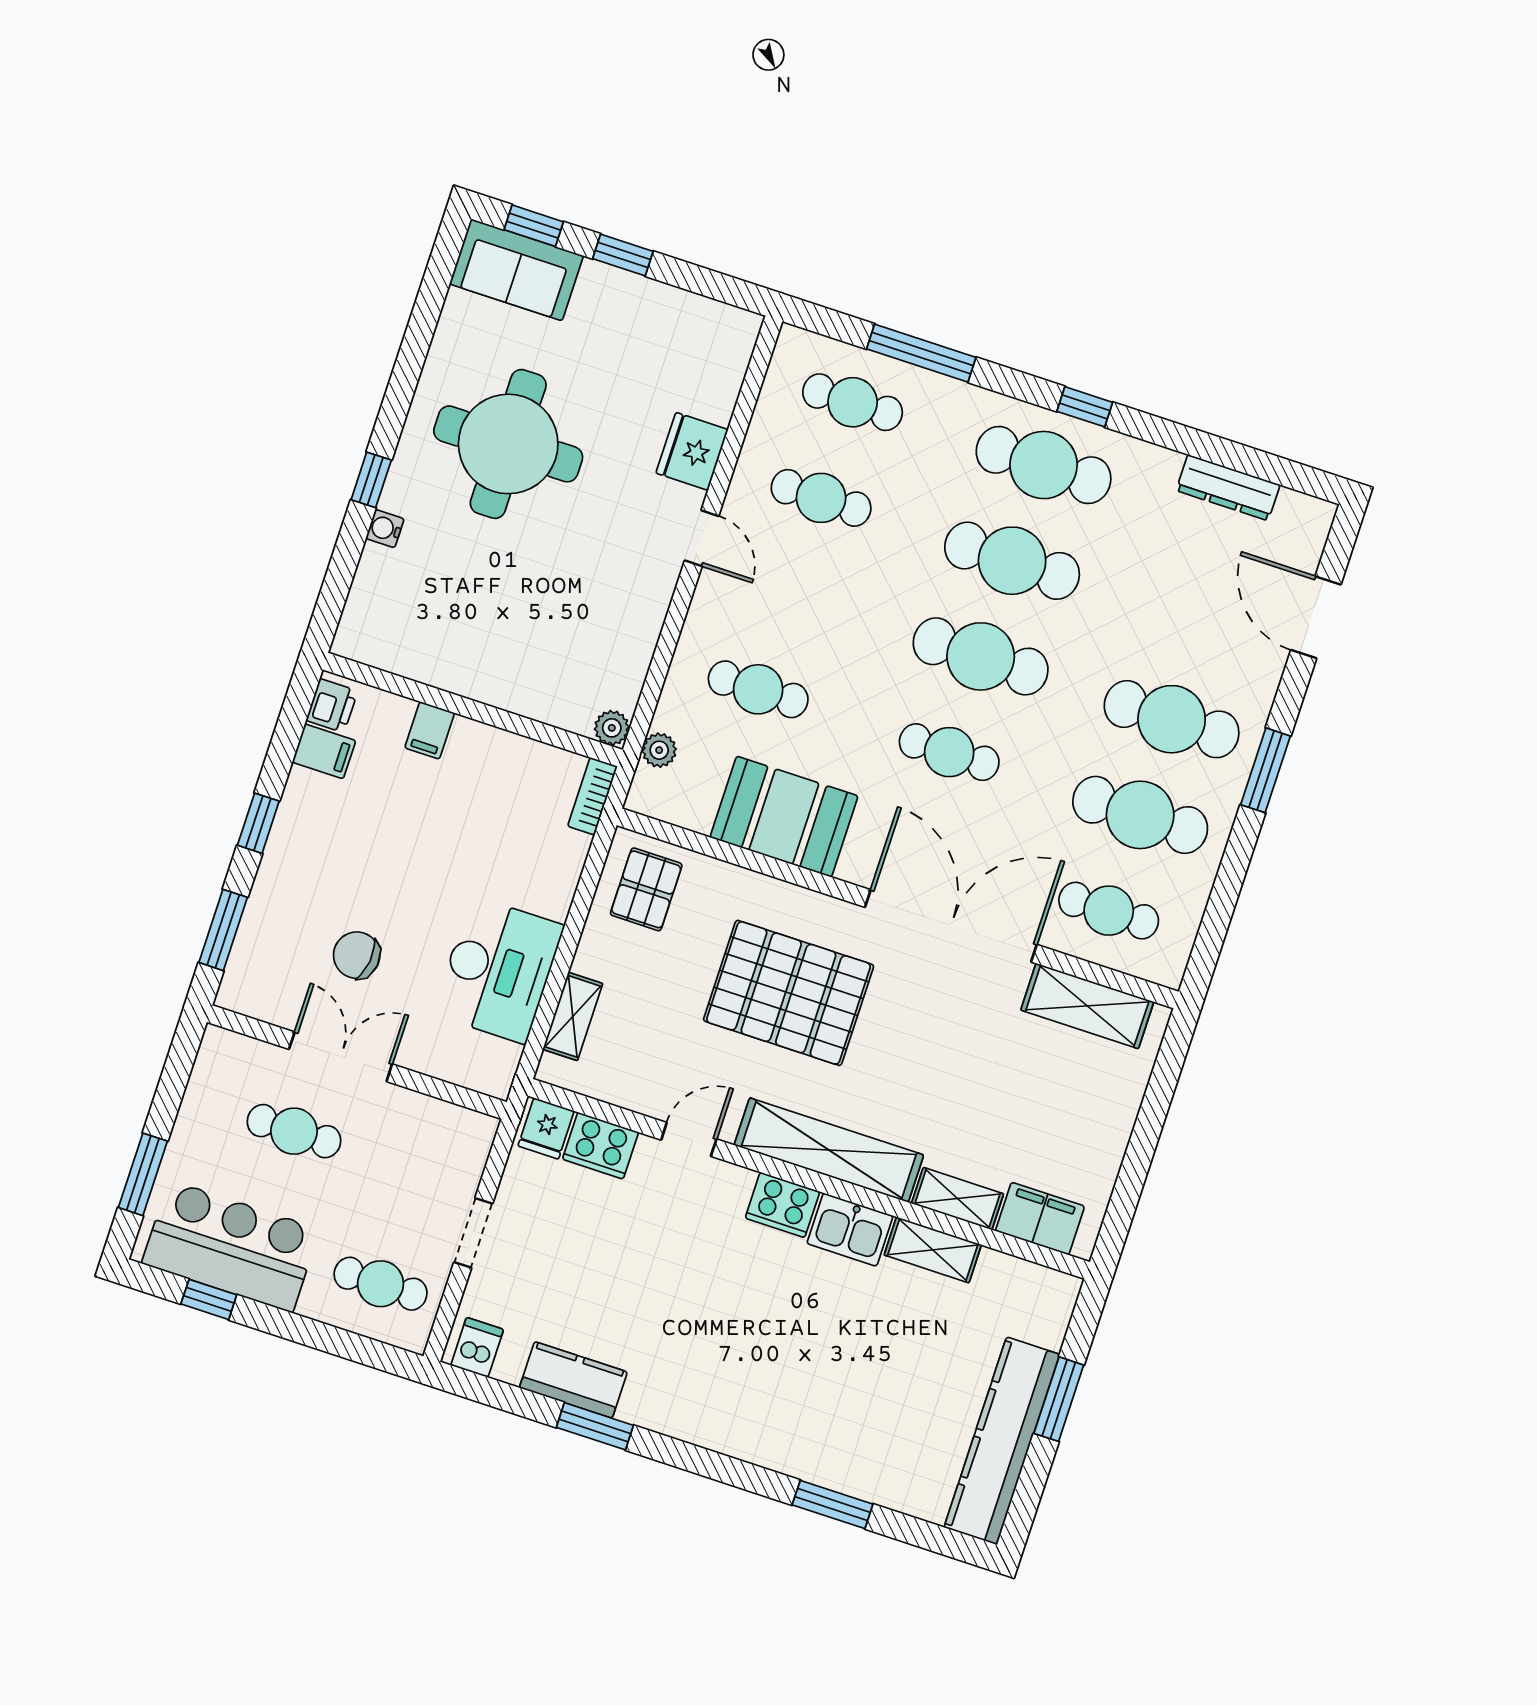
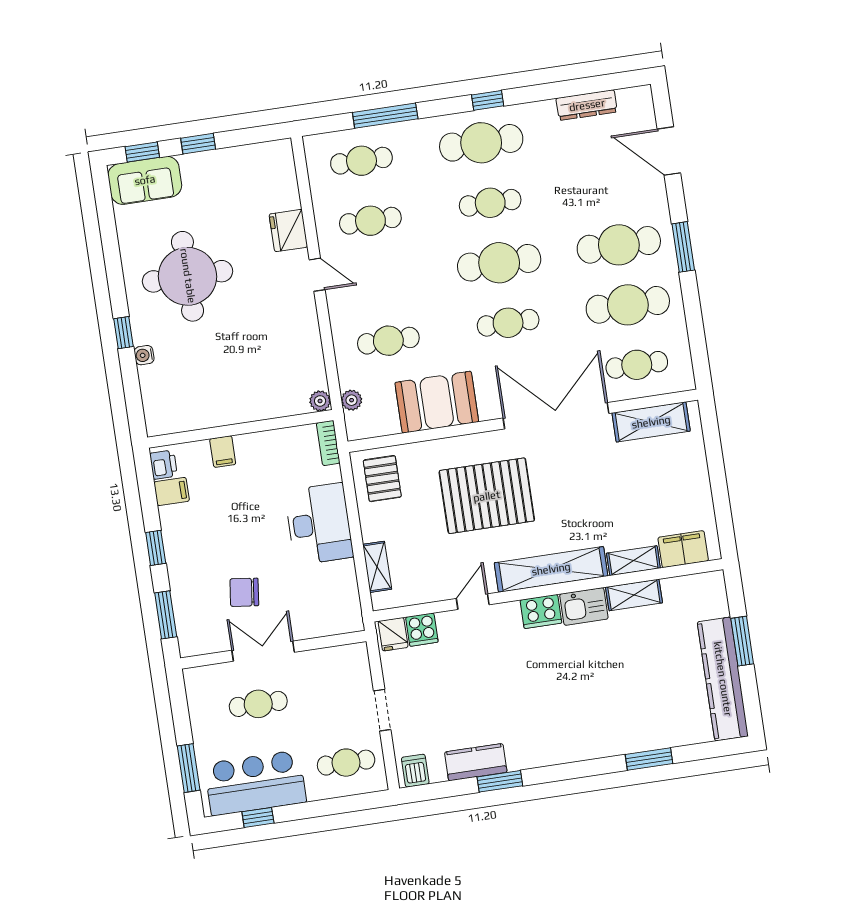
cafe table: (1012, 561) -> (490, 203), width x0.73, depth x0.74
desk: (498, 970) -> (319, 524), moved
cooker: (600, 1146) -> (422, 630), width x0.73

